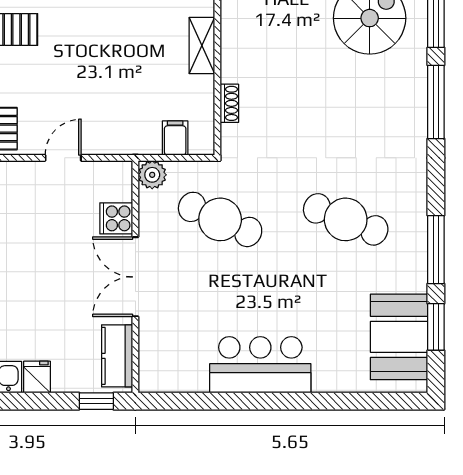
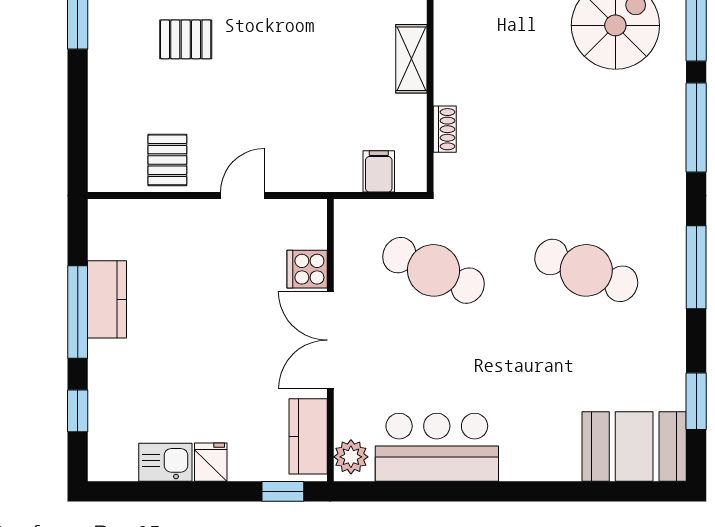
plant: (152, 175) -> (351, 457), moved
window: (436, 250) -> (696, 267), moved
booth: (399, 337) -> (634, 447), moved, turned 90
bar counter: (260, 365) -> (437, 447), moved

